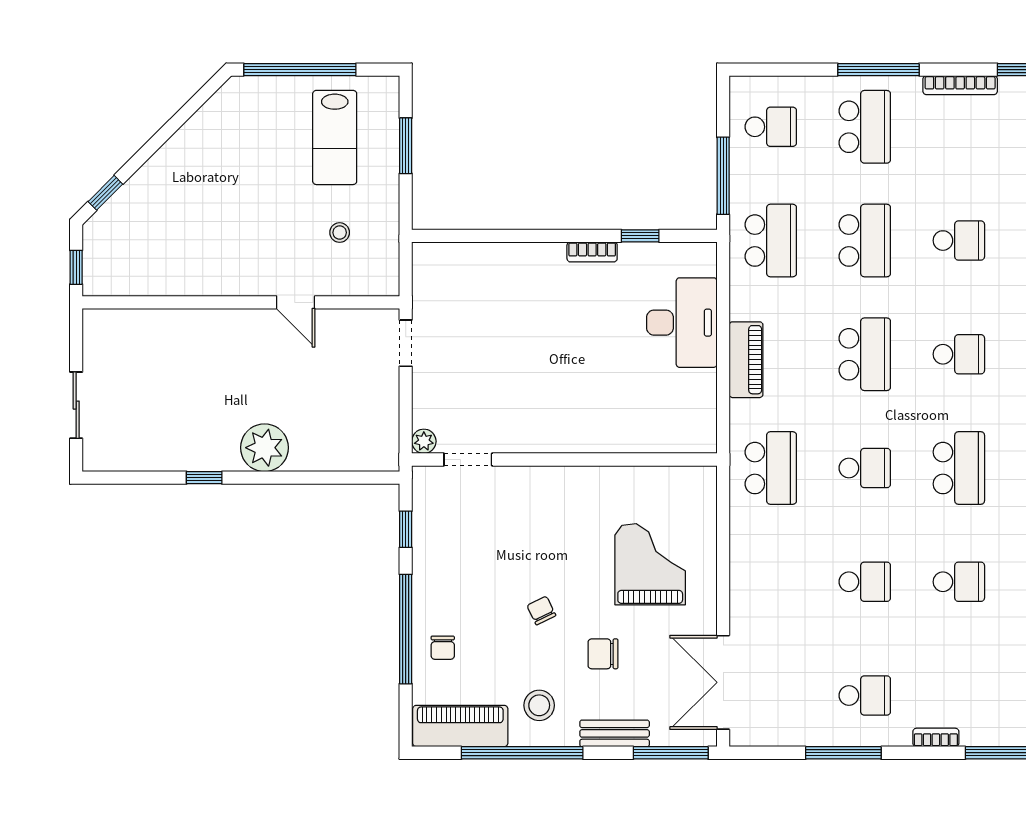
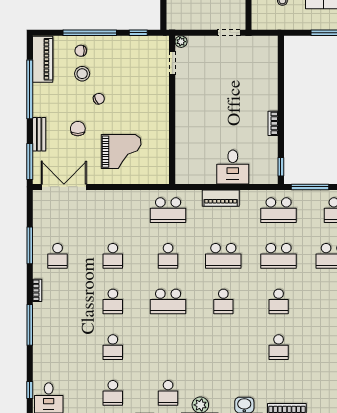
window: (640, 236) -> (281, 167), moved
desk: (682, 323) -> (233, 167), width x0.73
stool: (539, 705) -> (82, 74), moved

